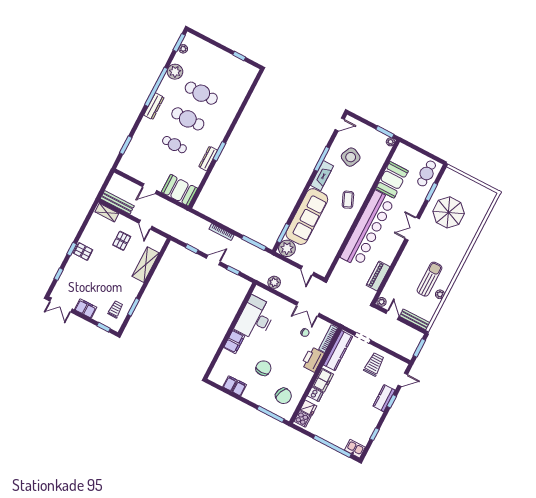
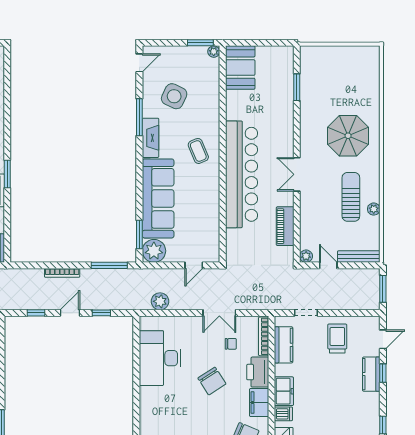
cafe table: (427, 173) -> (279, 68), removed
booth: (392, 180) -> (240, 68), moved
parasol: (449, 212) -> (348, 136), moved
double door: (412, 229) -> (297, 174), moved
door: (307, 271) -> (194, 265), hinge flipped
filing cabinet: (234, 342) -> (259, 403), moved, turned 180
kitchen counter: (338, 351) -> (284, 345), width x0.67
chair: (263, 368) -> (212, 381), moved, turned 147

